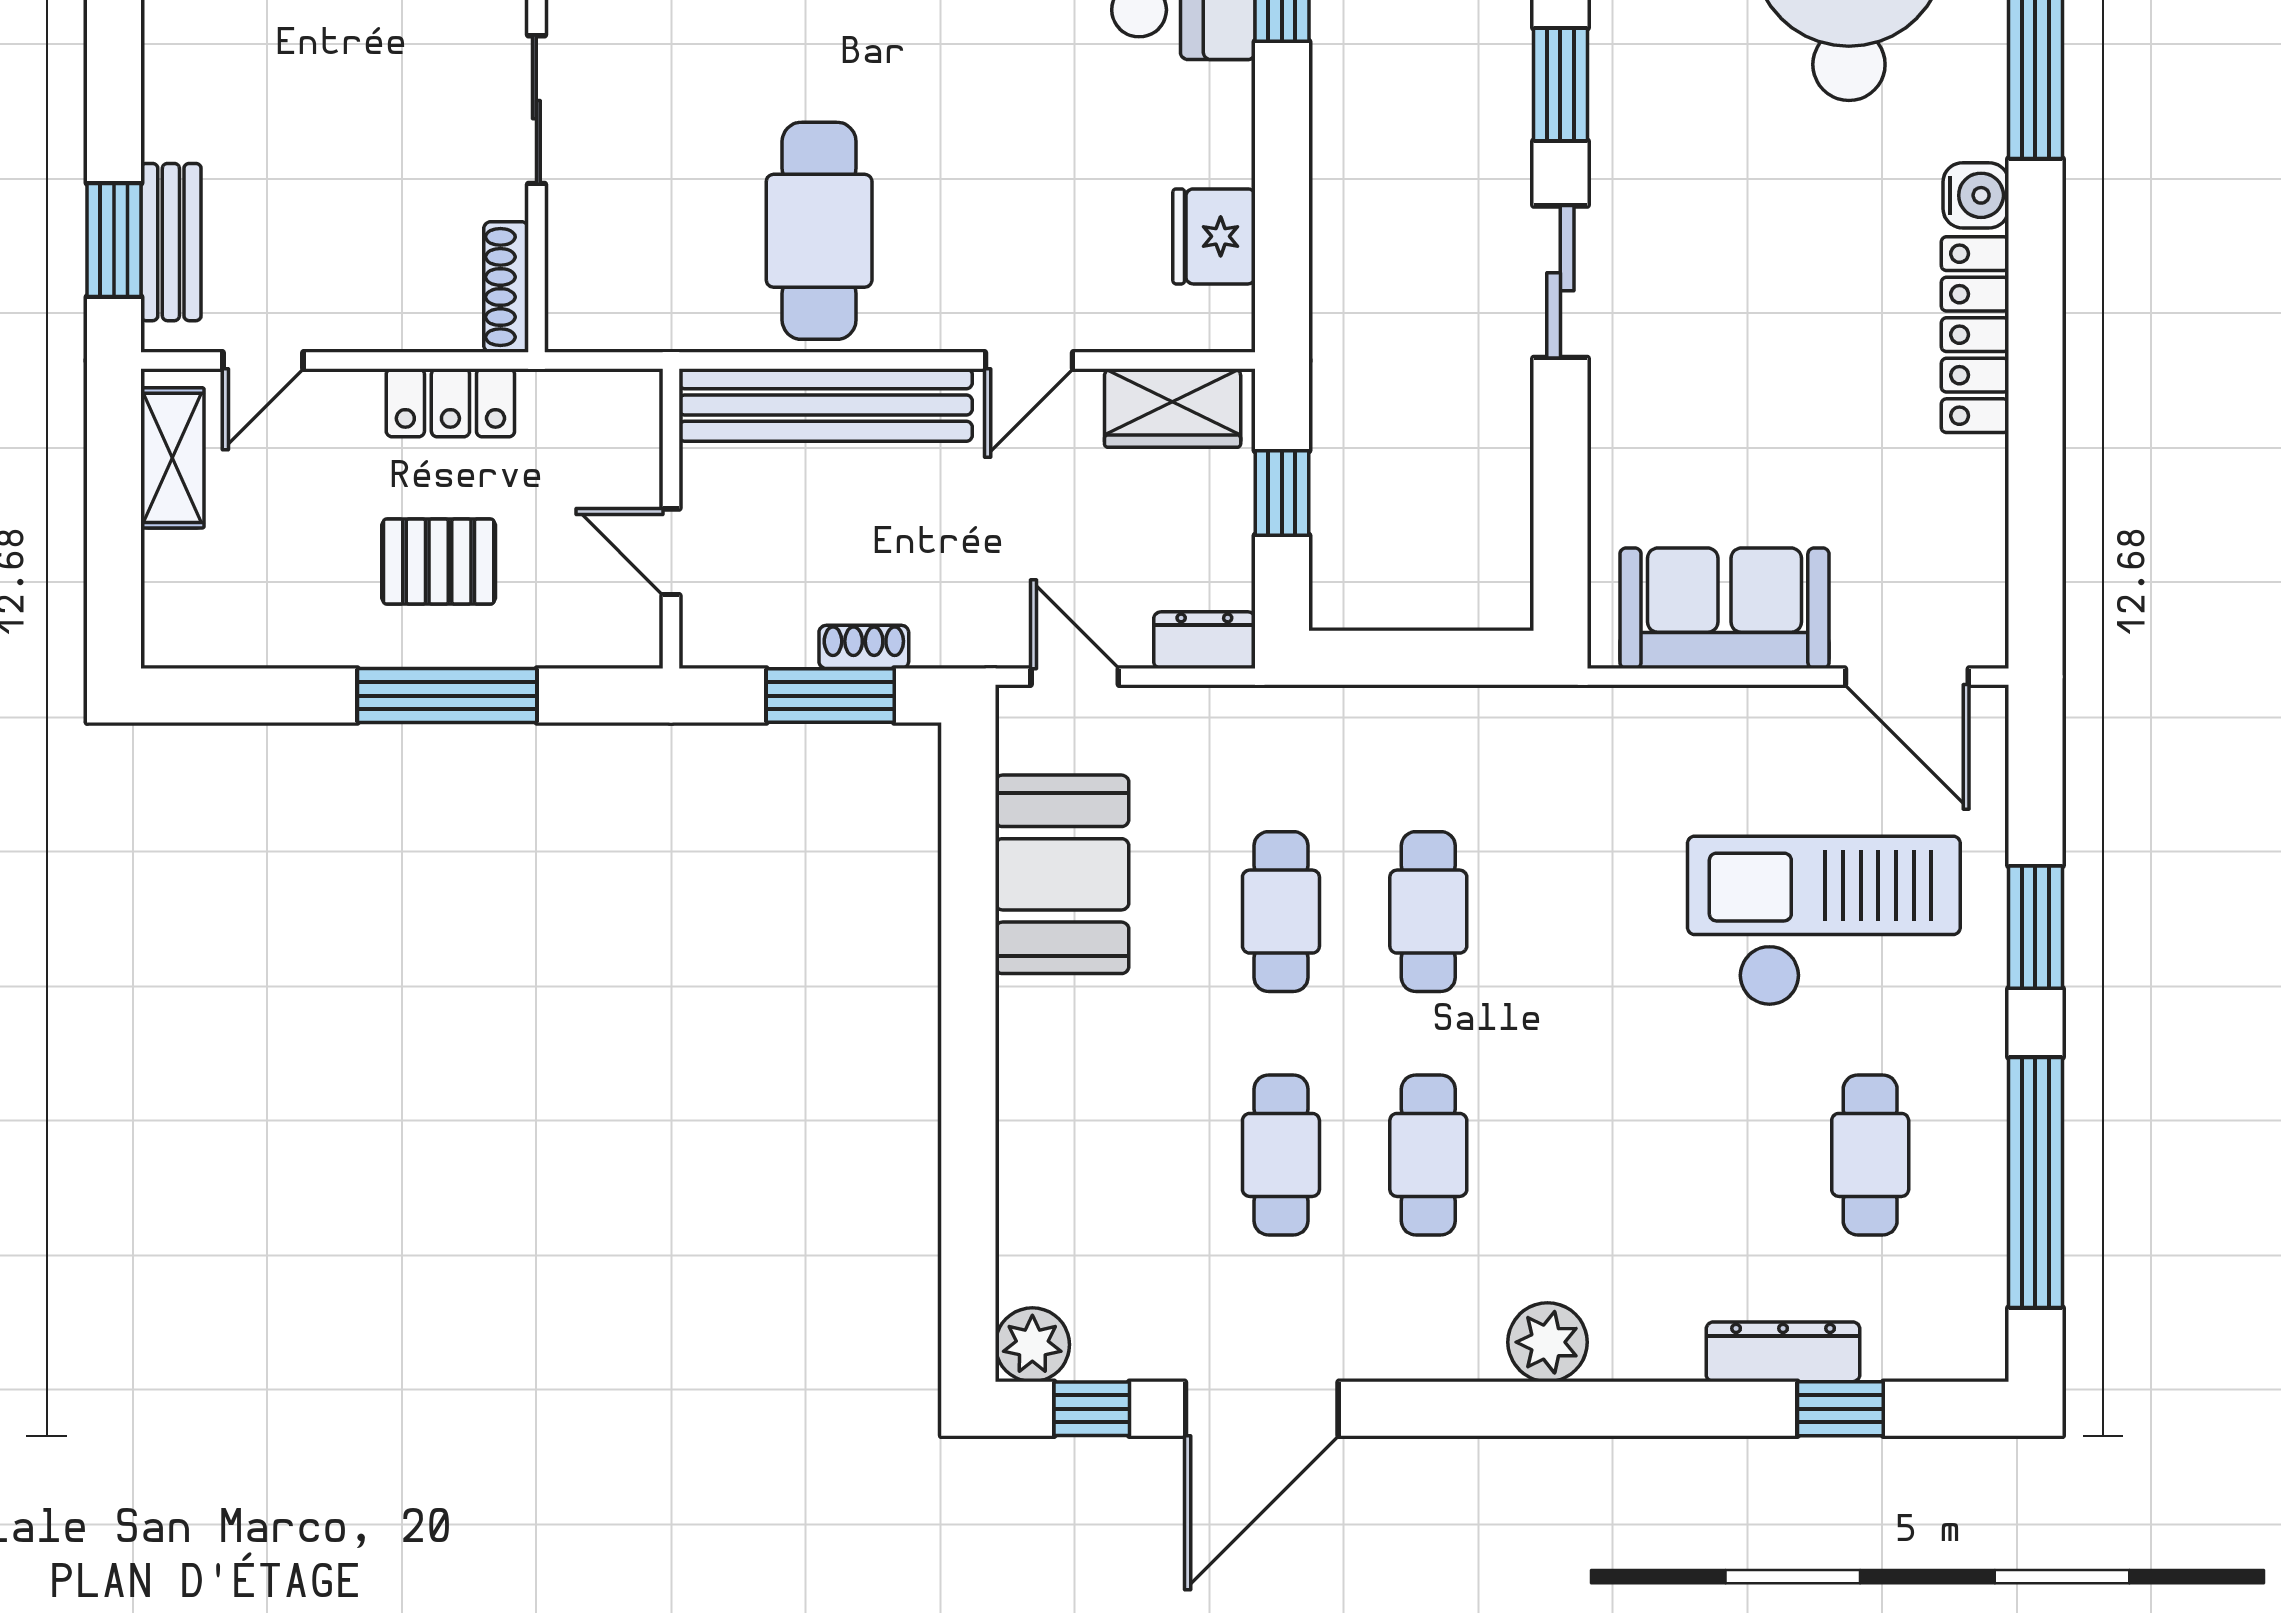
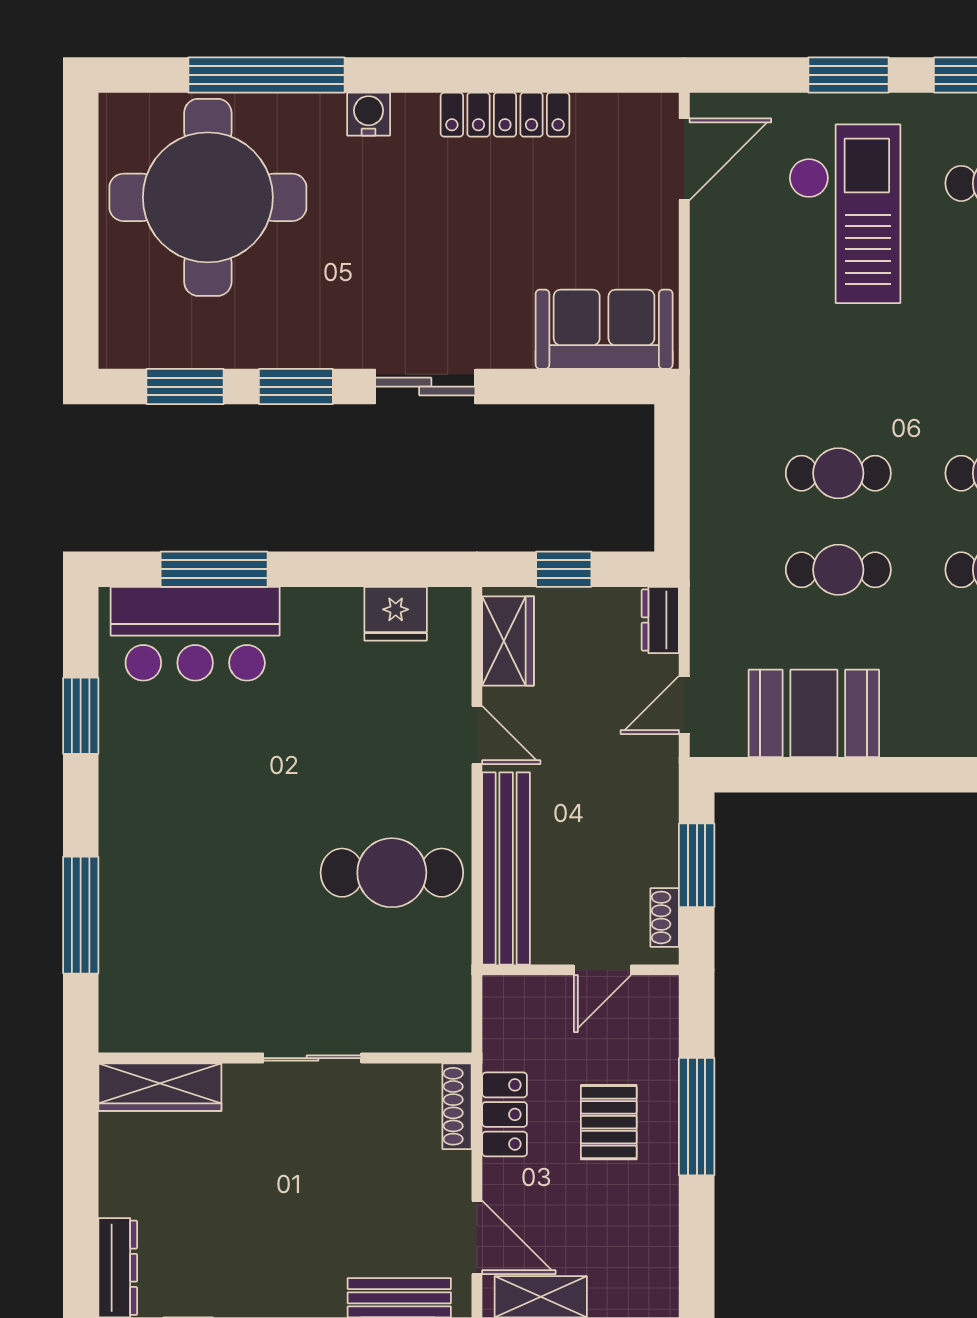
shoe rack: (506, 287) -> (457, 1106), moved, turned 90
locker: (1975, 335) -> (505, 115), moved
door: (263, 360) -> (477, 1237), width x1.37
sofa: (1724, 608) -> (604, 329), moved, turned 90
shoe rack: (864, 647) -> (665, 917), moved
checkout: (1824, 921) -> (845, 214), turned 180

